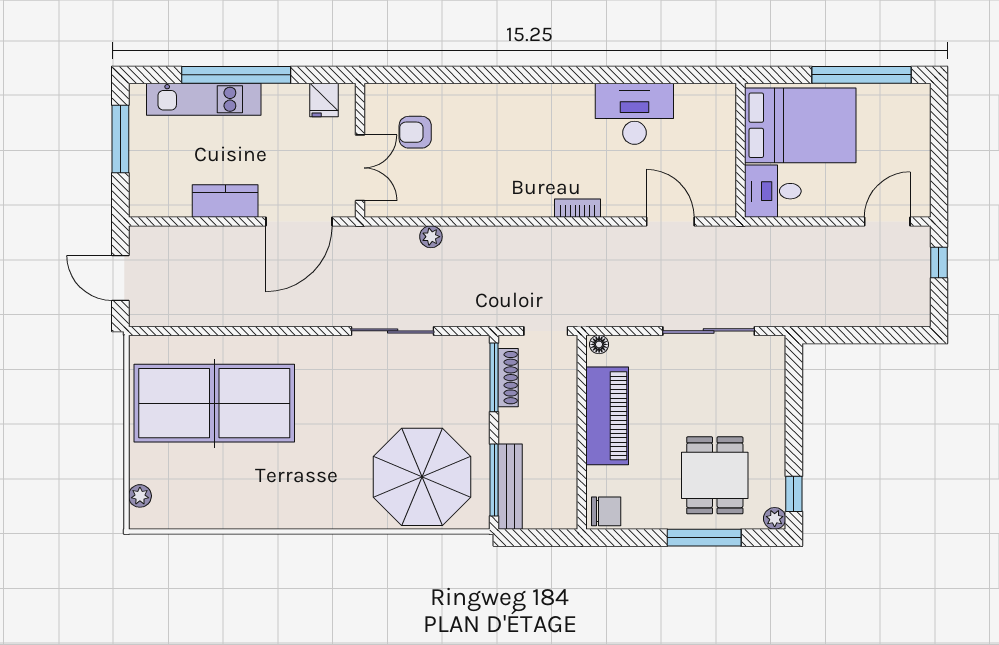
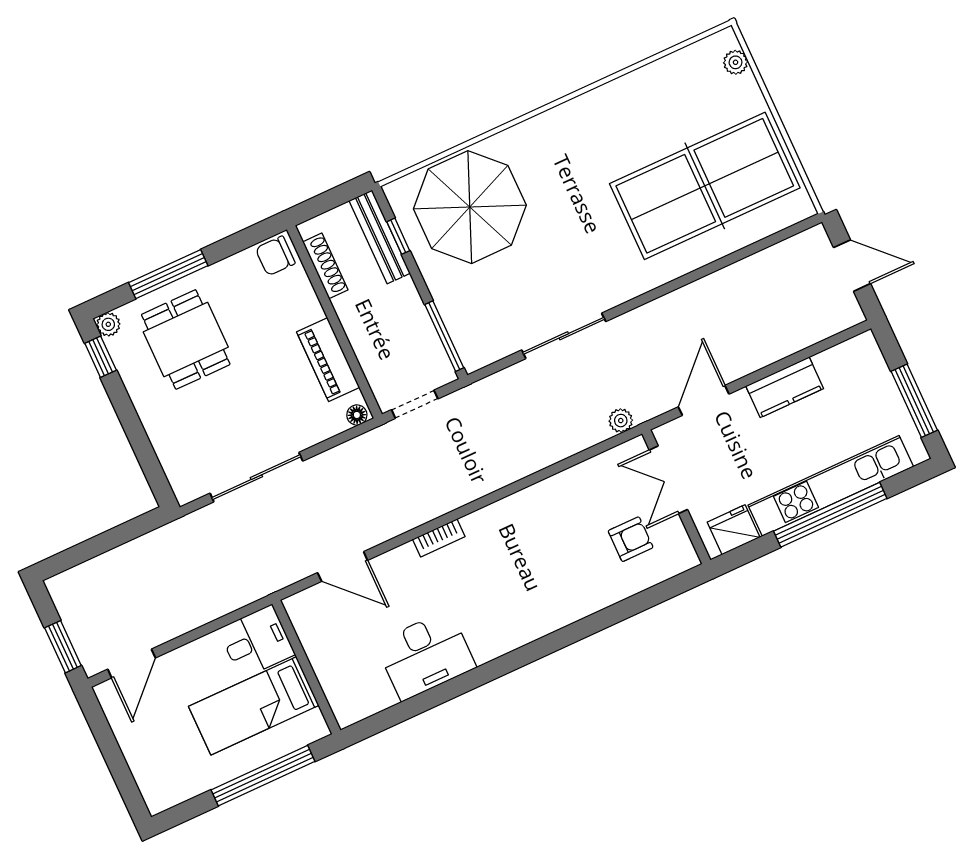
window: (861, 75) -> (263, 776), moved
kitchen unit: (204, 99) -> (831, 486), width x1.36
fridge: (324, 100) -> (734, 530), width x1.38
bed: (800, 125) -> (254, 706), width x0.67
door: (299, 221) -> (704, 400), width x0.73
plant: (431, 237) -> (621, 421), moved
window: (939, 263) -> (63, 647), width x1.50
shoe rack: (508, 378) -> (325, 266), moved, turned 180
piano: (607, 416) -> (328, 360), width x0.73, depth x0.75
window: (494, 480) -> (398, 236), width x0.46

